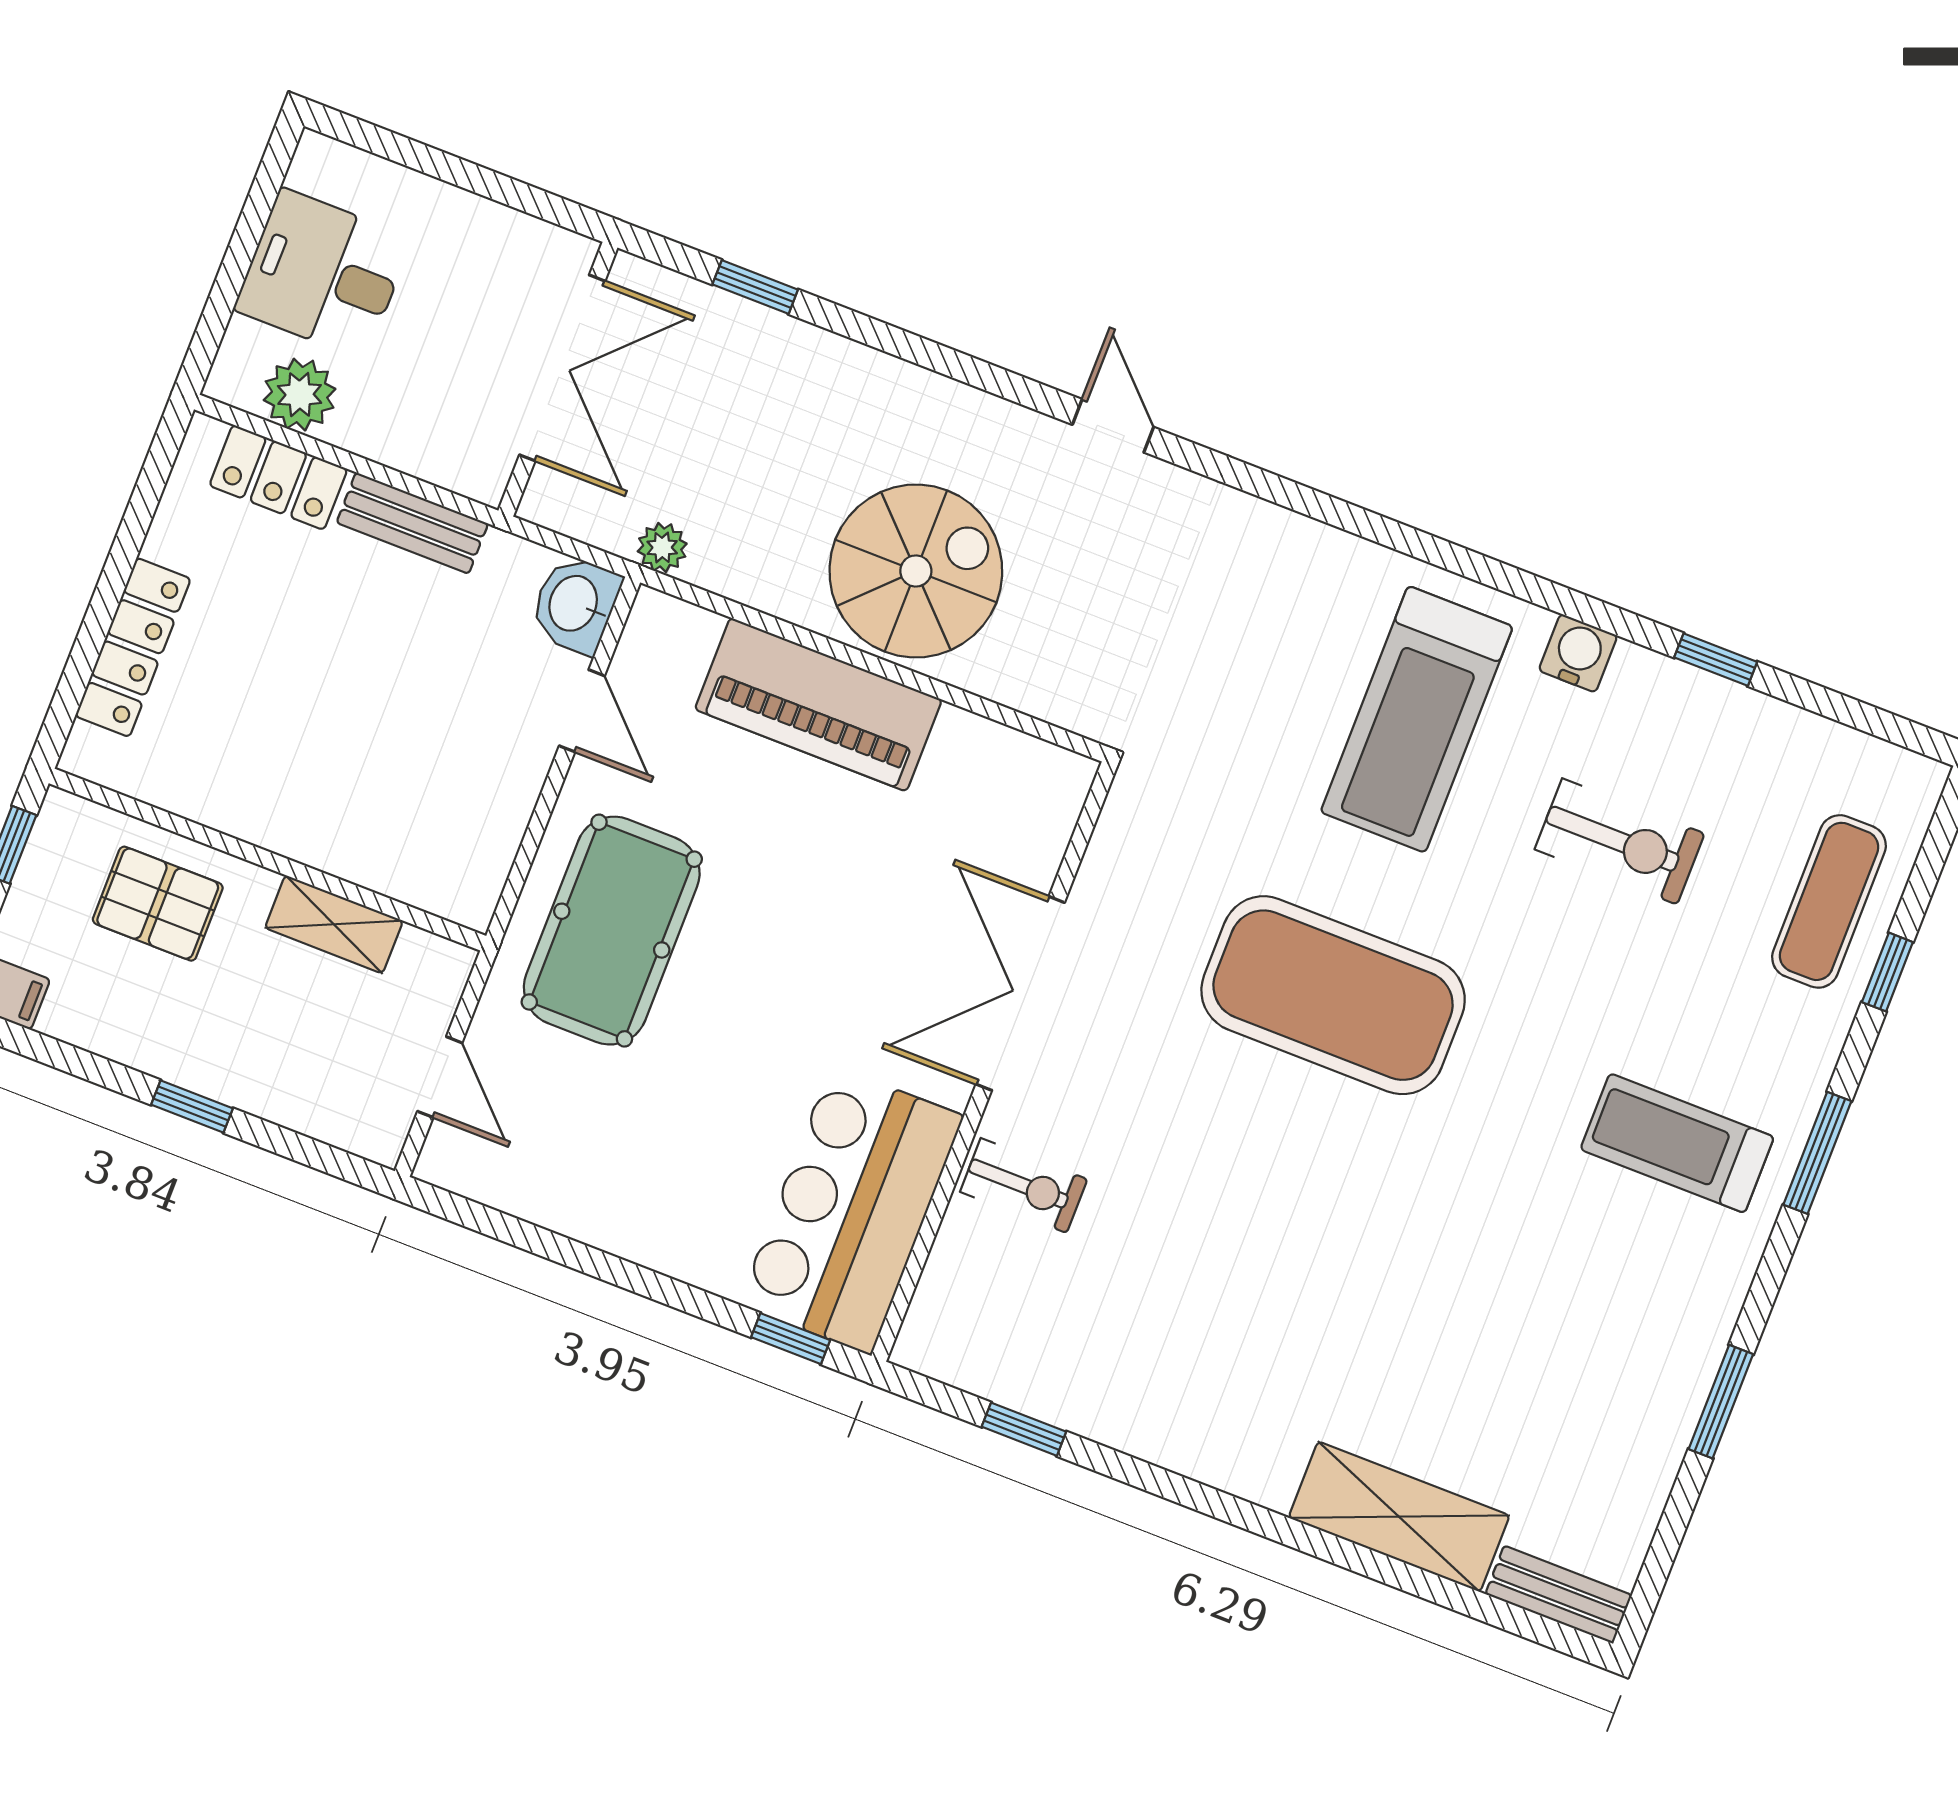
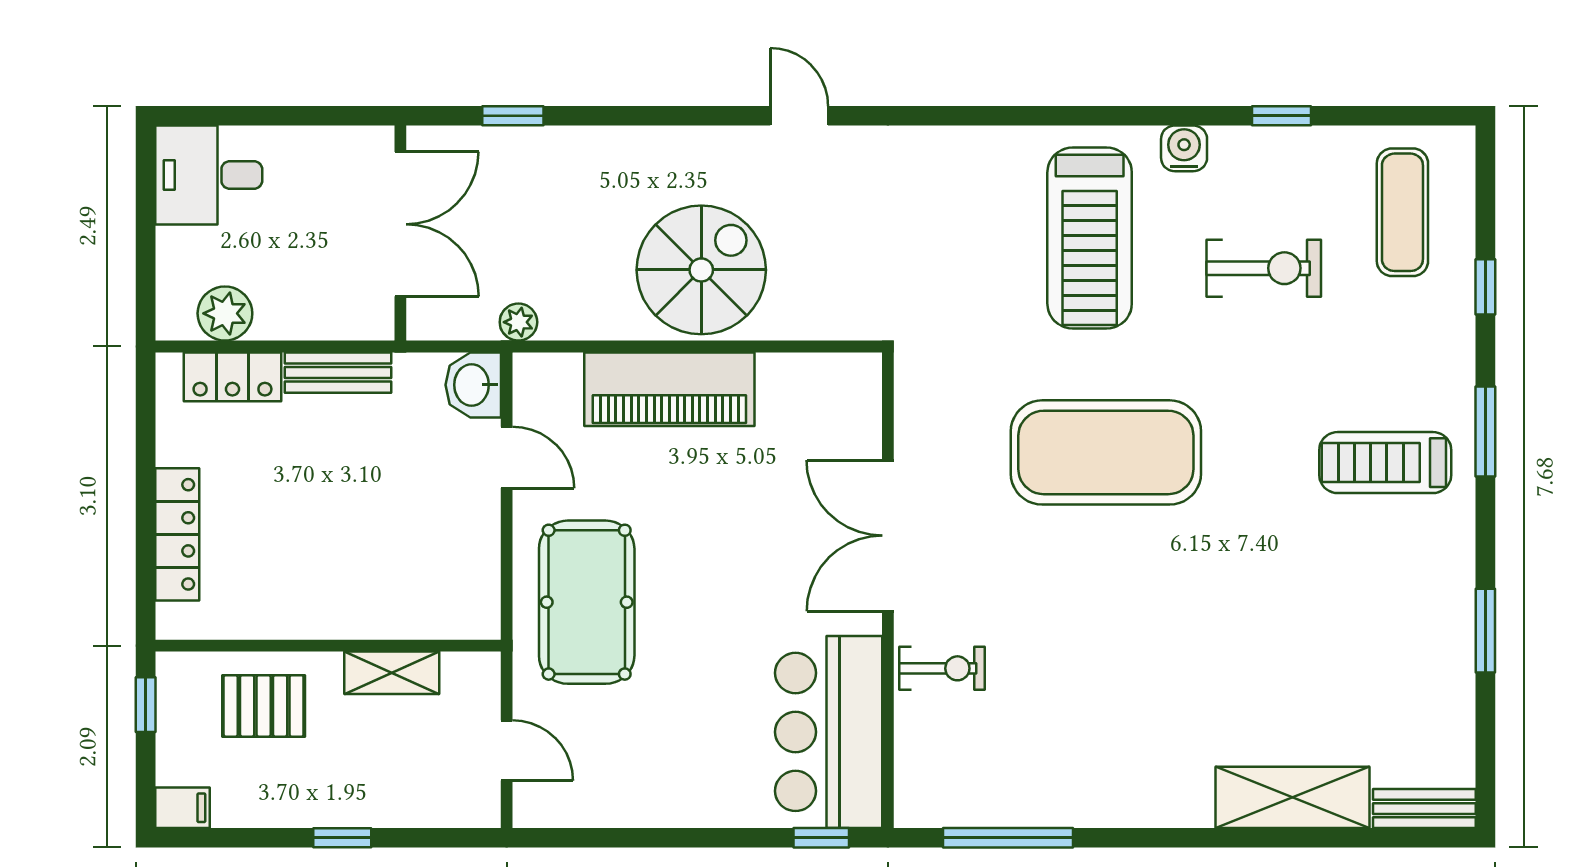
desk: (323, 274) -> (209, 175), moved
exercise mat: (1829, 901) -> (1402, 212), moved
window: (1024, 1429) -> (1008, 838), width x2.17

